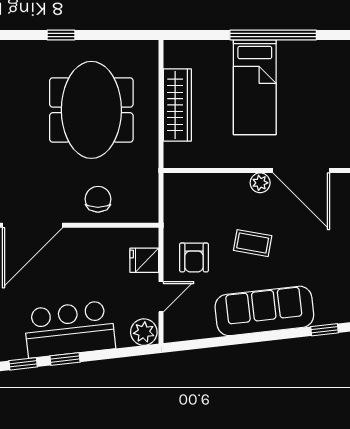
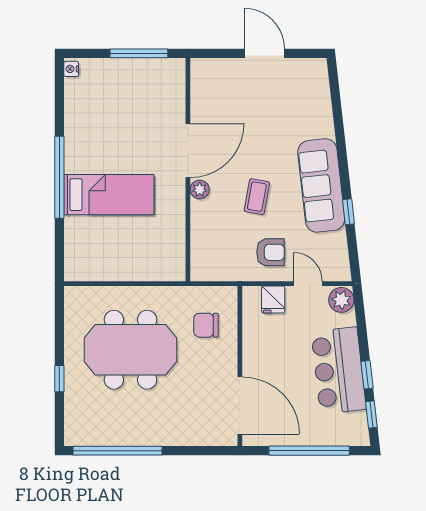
wardrobe: (177, 105) -> (126, 268), removed
chair: (98, 199) -> (206, 325), moved
window: (324, 330) -> (349, 212), moved

